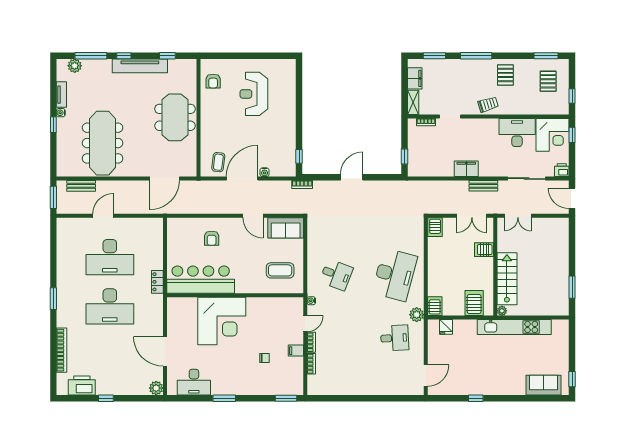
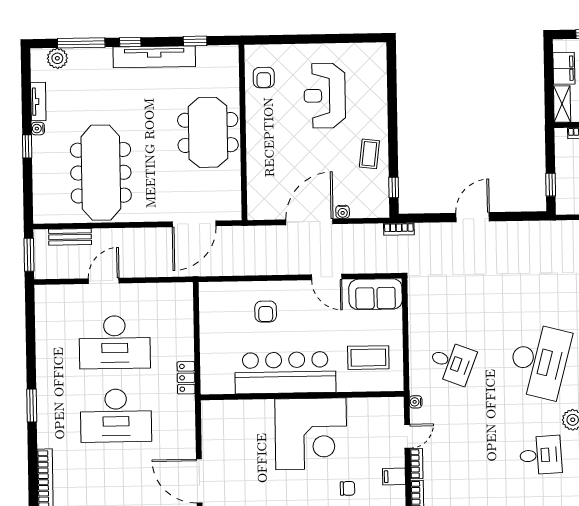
coffee table: (218, 162) -> (369, 154), moved
bar counter: (201, 280) -> (285, 373), moved
corner desk: (222, 321) -> (311, 434), moved

